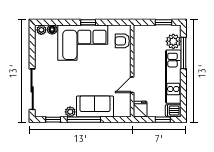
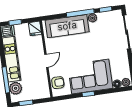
door: (132, 85) -> (46, 61), moved
sofa: (95, 106) -> (67, 26), width x1.36

